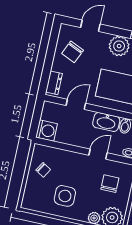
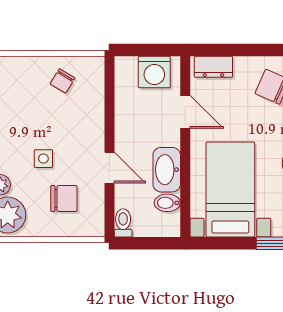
washing machine: (47, 130) -> (154, 72), moved
side table: (65, 196) -> (43, 159), moved, width x0.54, depth x0.54

